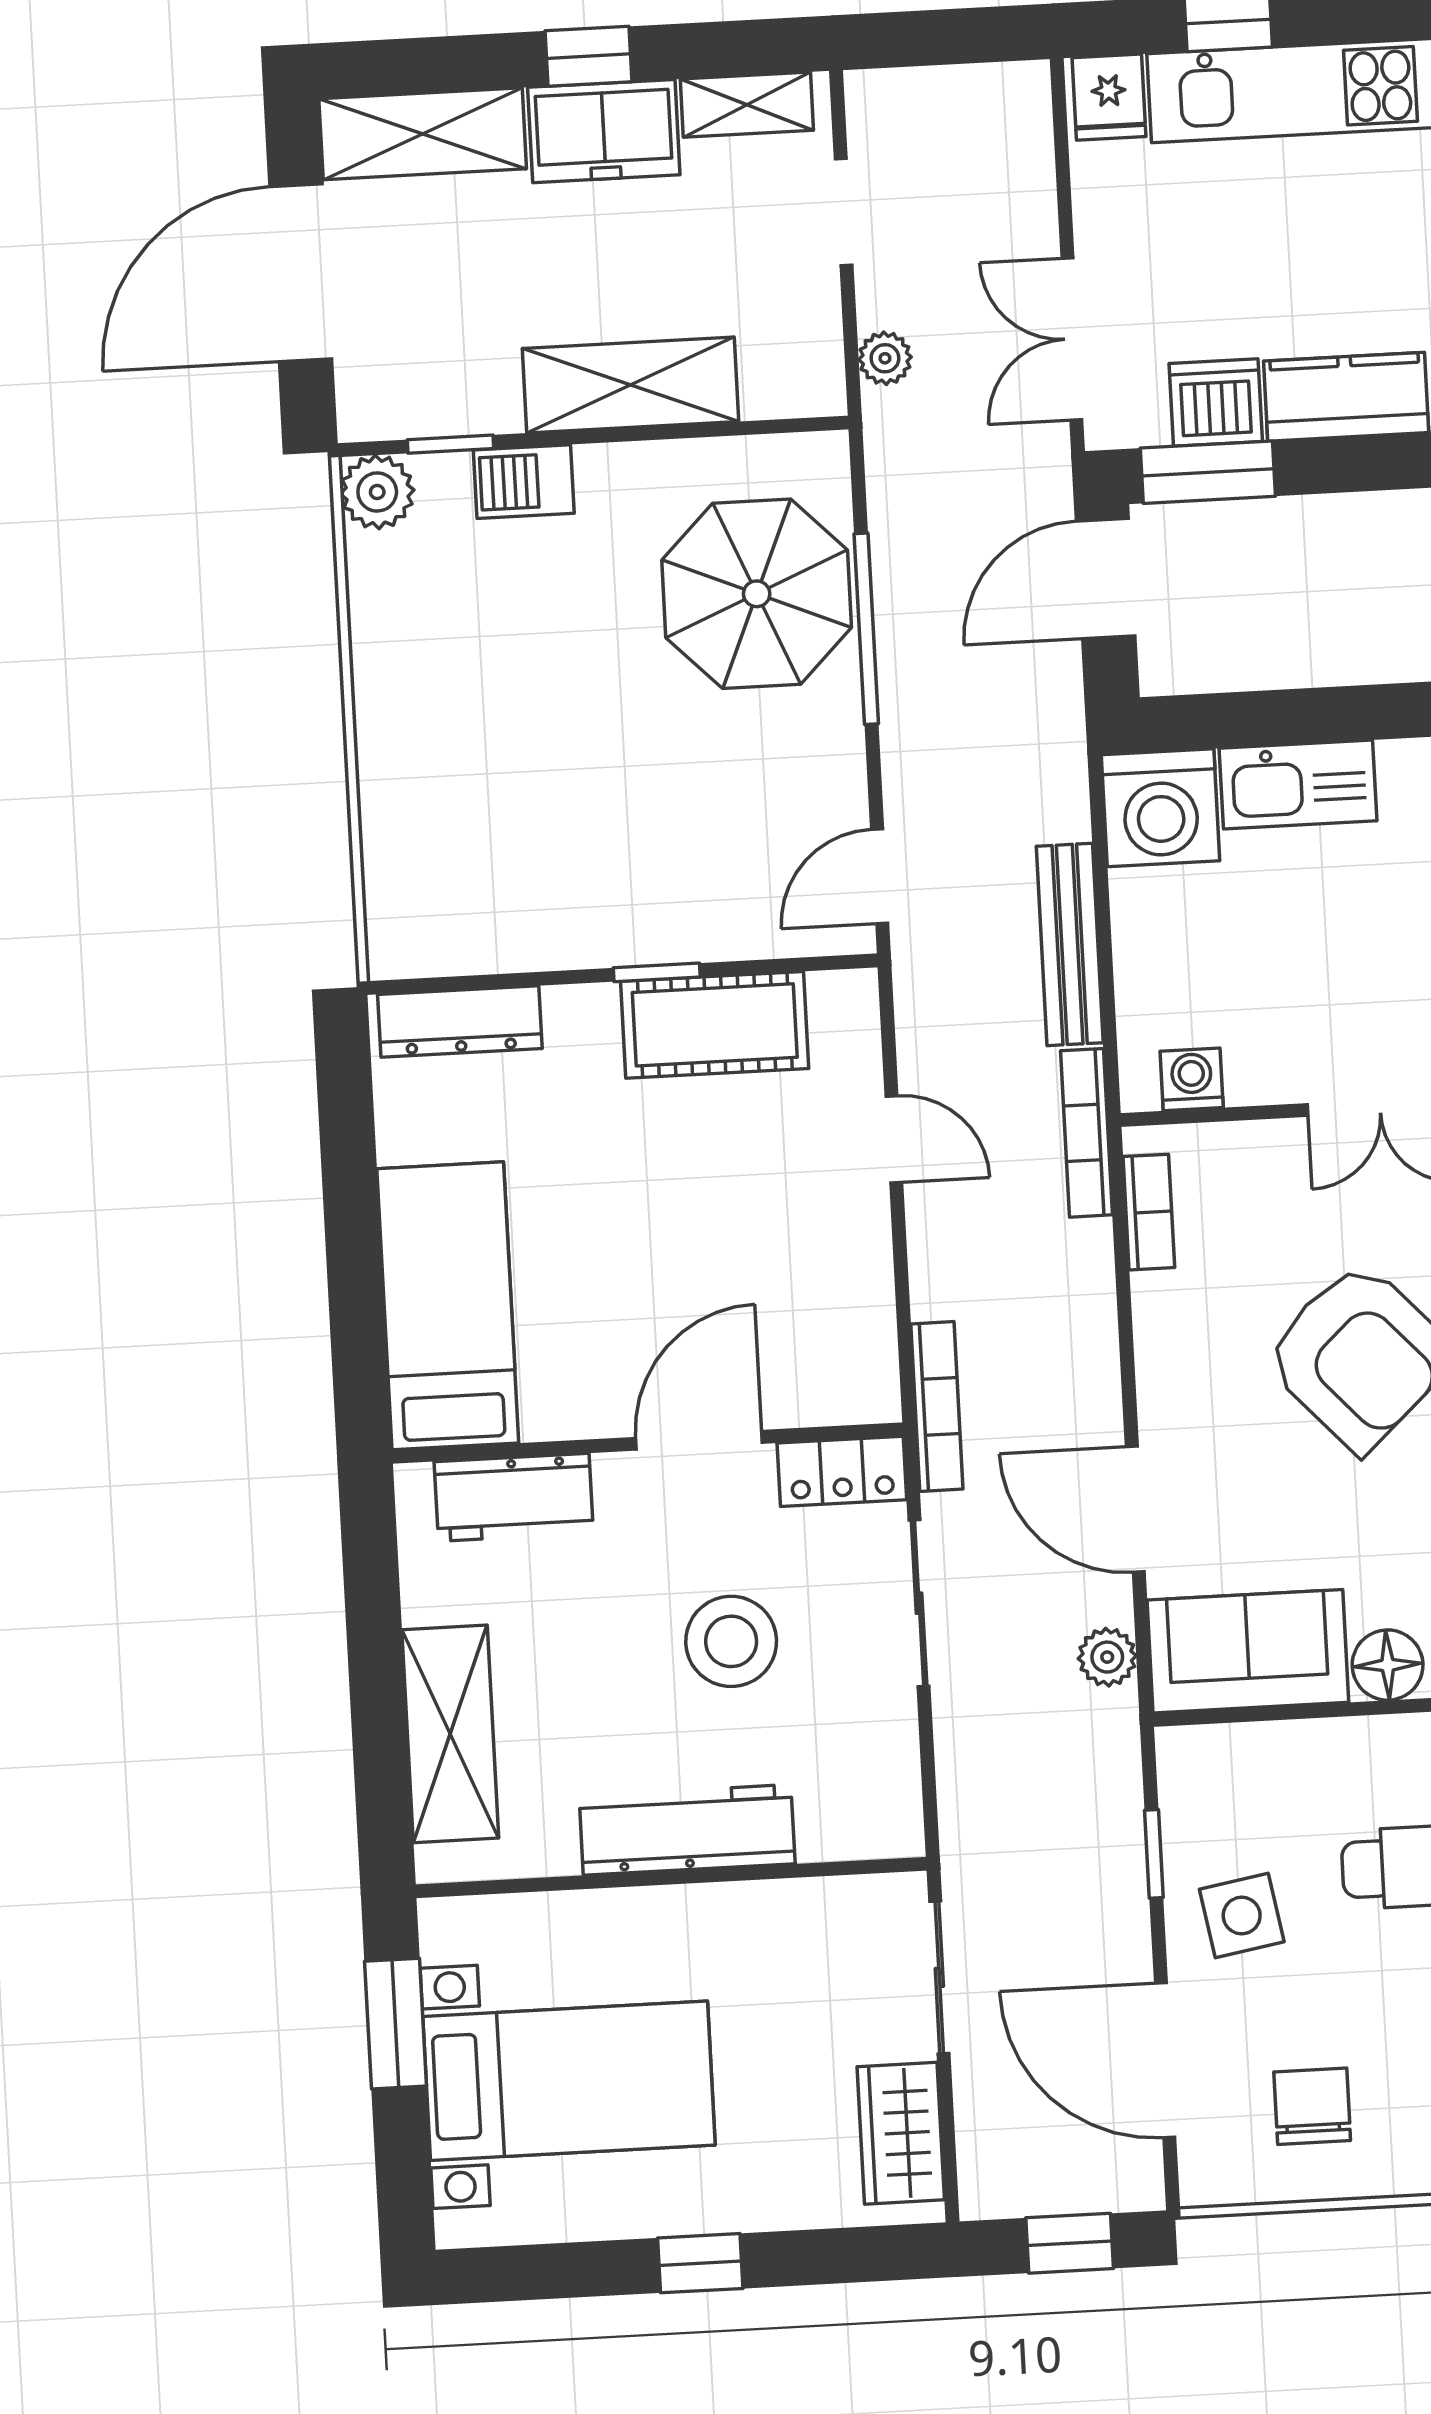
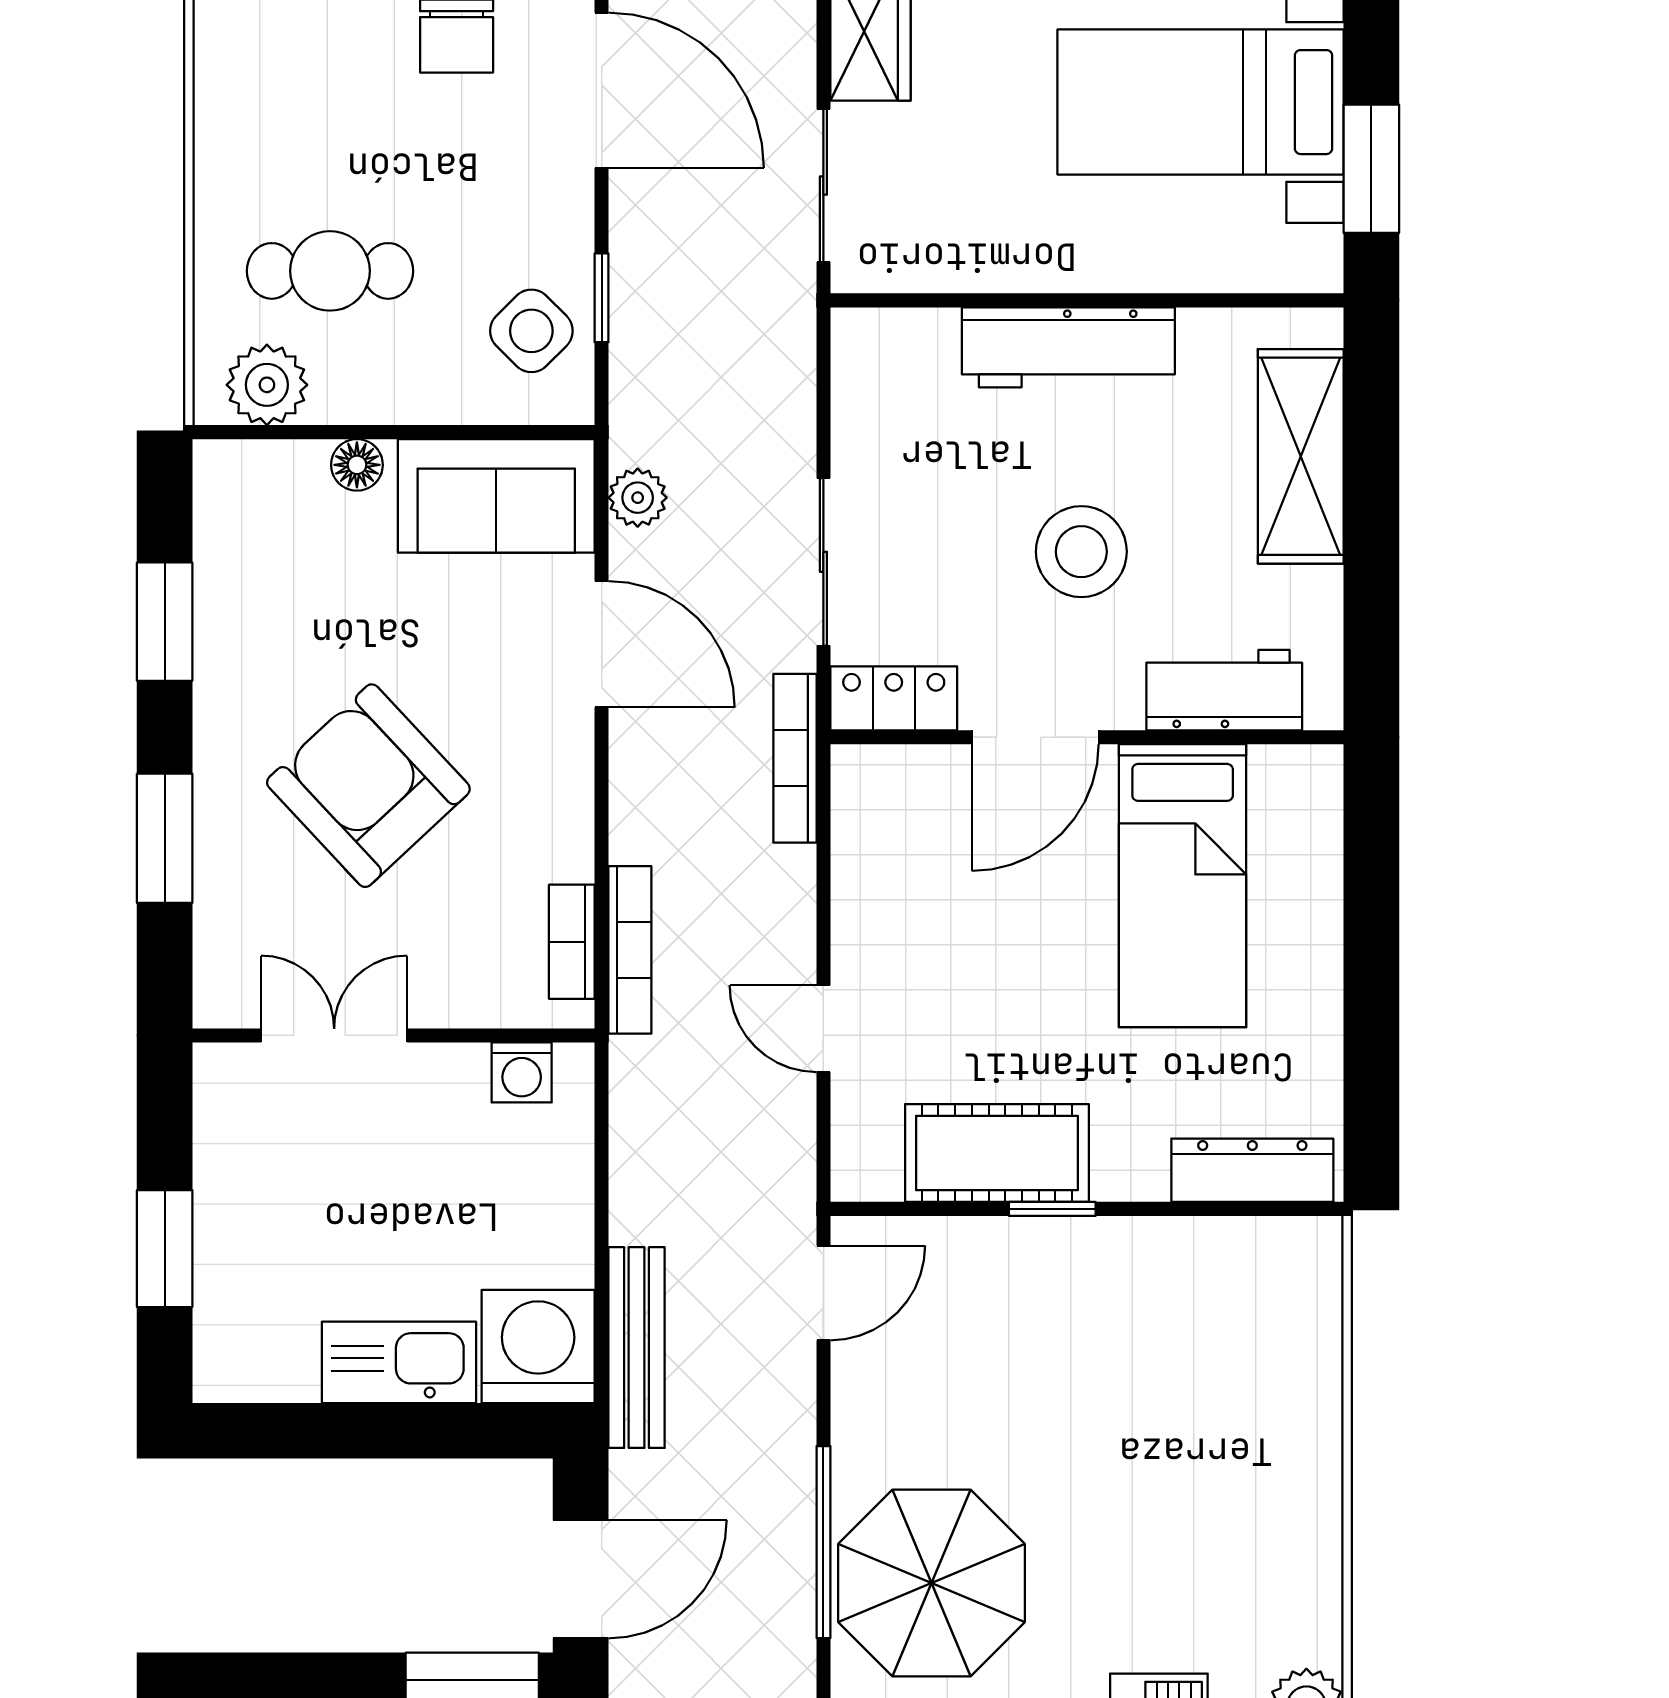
bench: (1070, 944) -> (637, 1348), moved
bookcase: (1087, 1133) -> (630, 950), moved
bed: (448, 1306) -> (1183, 886), moved
stool: (731, 1641) -> (1081, 552), moved
floor lamp: (1388, 1665) -> (357, 465), width x0.73, depth x0.73
side table: (1242, 1916) -> (531, 331), moved, turned -35

